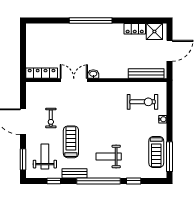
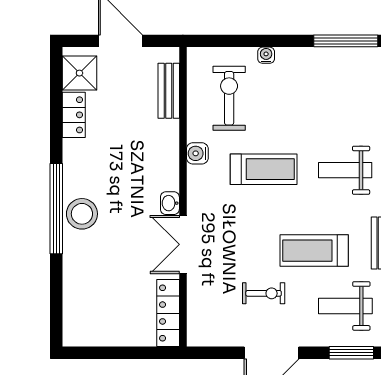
stool: (88, 33) -> (82, 214), added
bench: (146, 73) -> (169, 91), width x0.73
water cooler: (117, 87) -> (197, 153), added
treadmill: (156, 152) -> (264, 169), moved
weight bench: (109, 156) -> (345, 170), turned 90

